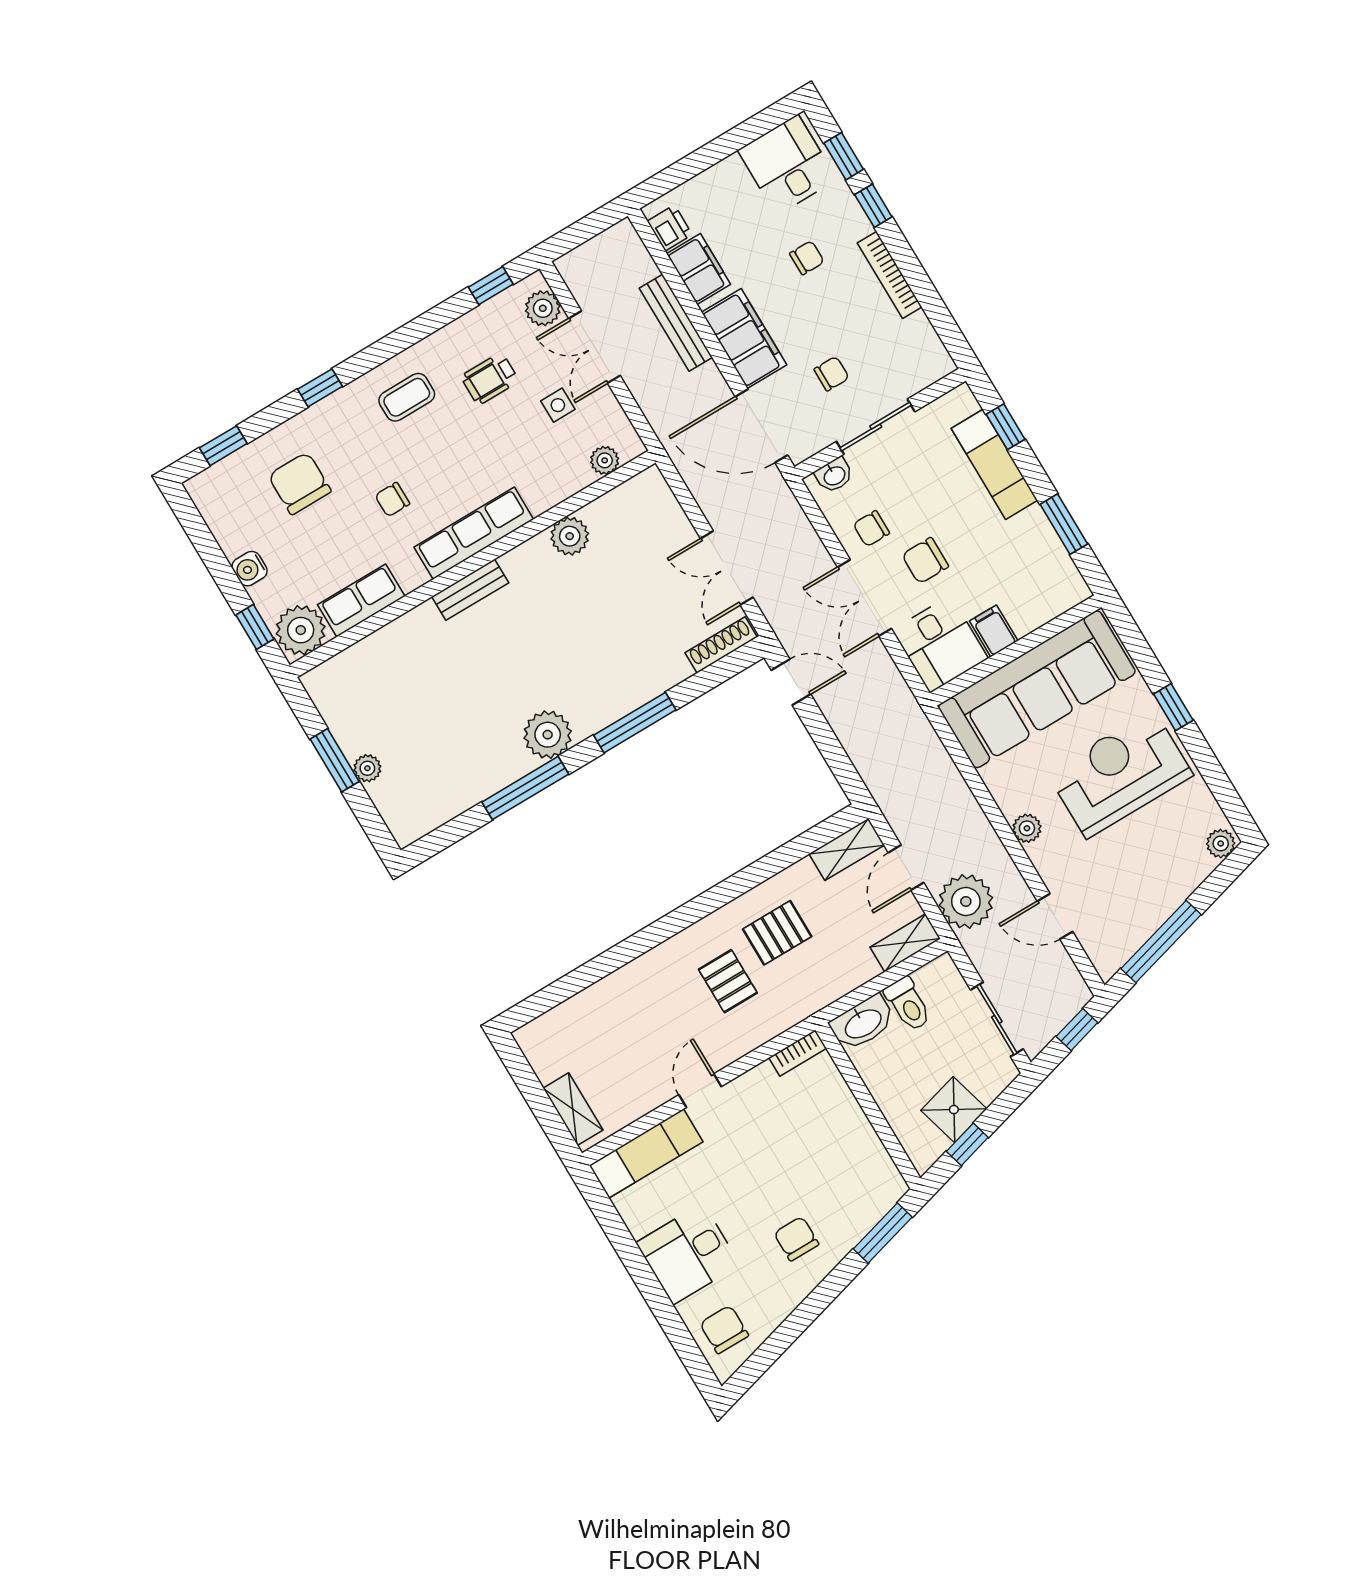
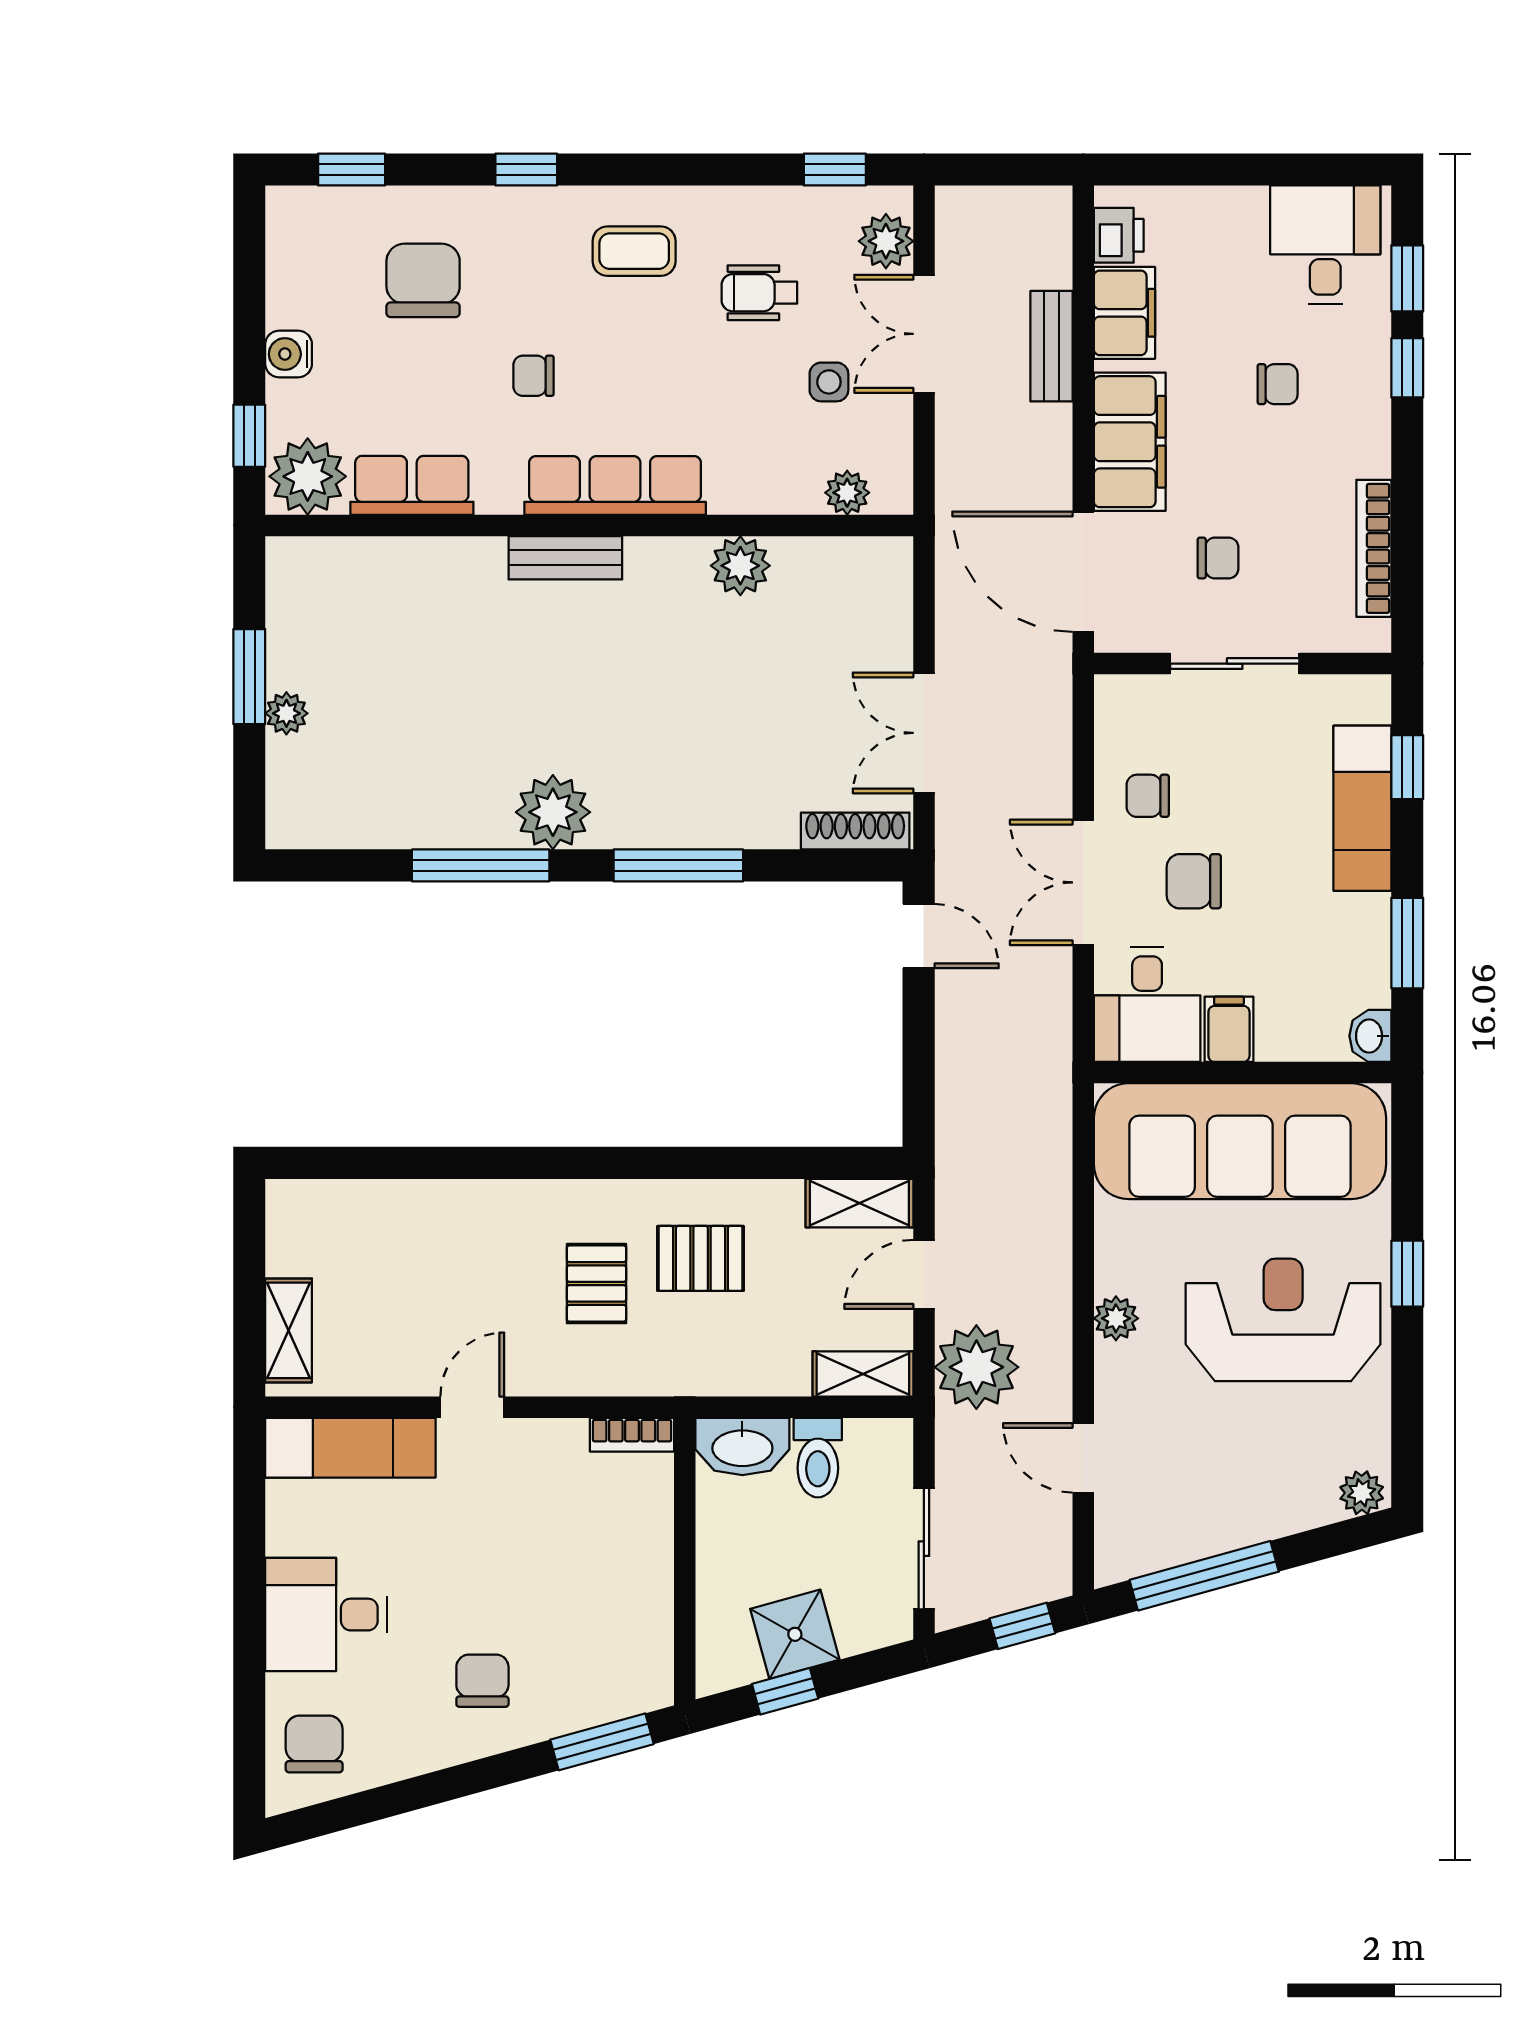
bookcase: (890, 275) -> (1374, 548), moved
bench: (676, 323) -> (1052, 346), width x0.73
washbasin: (834, 475) -> (1370, 1036), moved, turned 90

